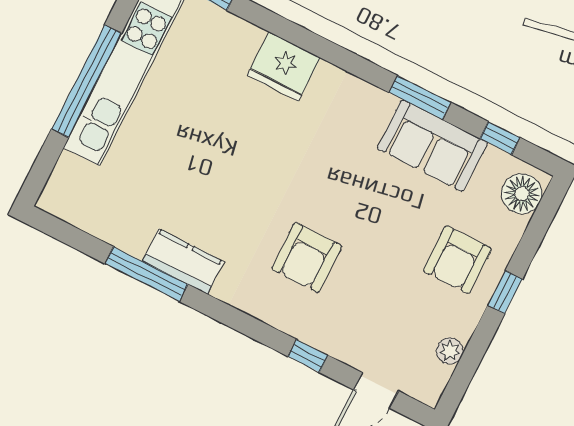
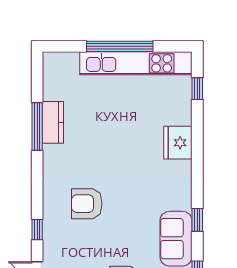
window: (420, 97) -> (197, 220), width x0.67
kitchen counter: (183, 261) -> (53, 122), moved

